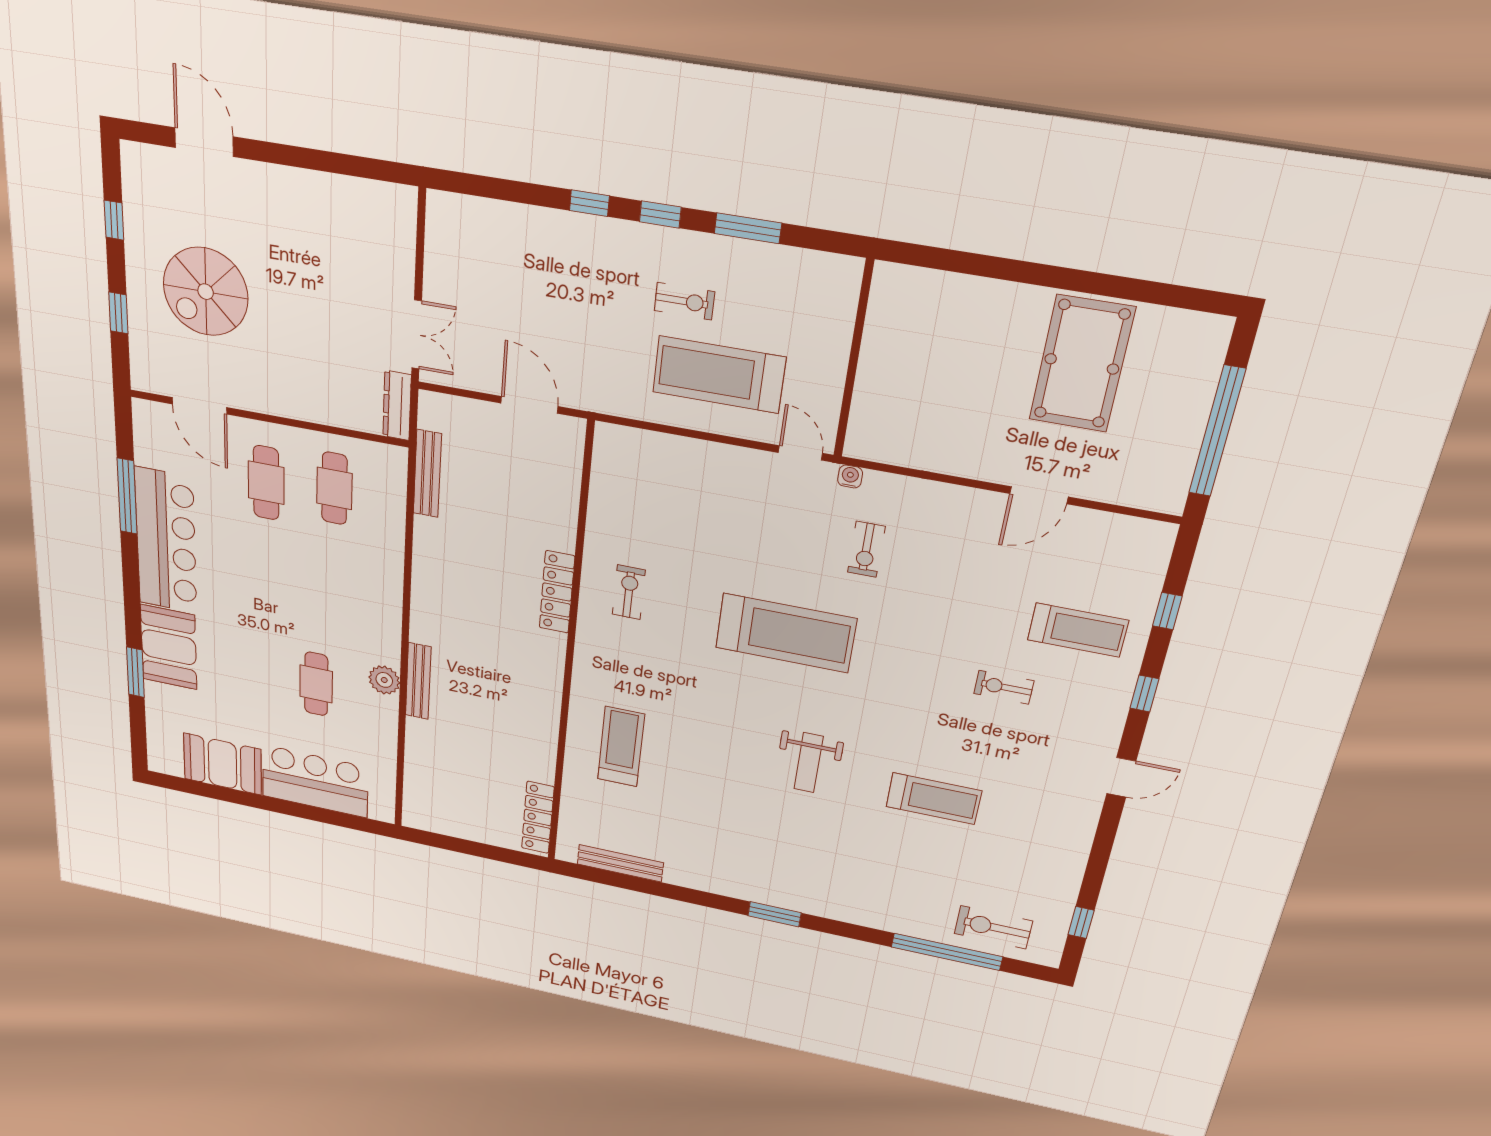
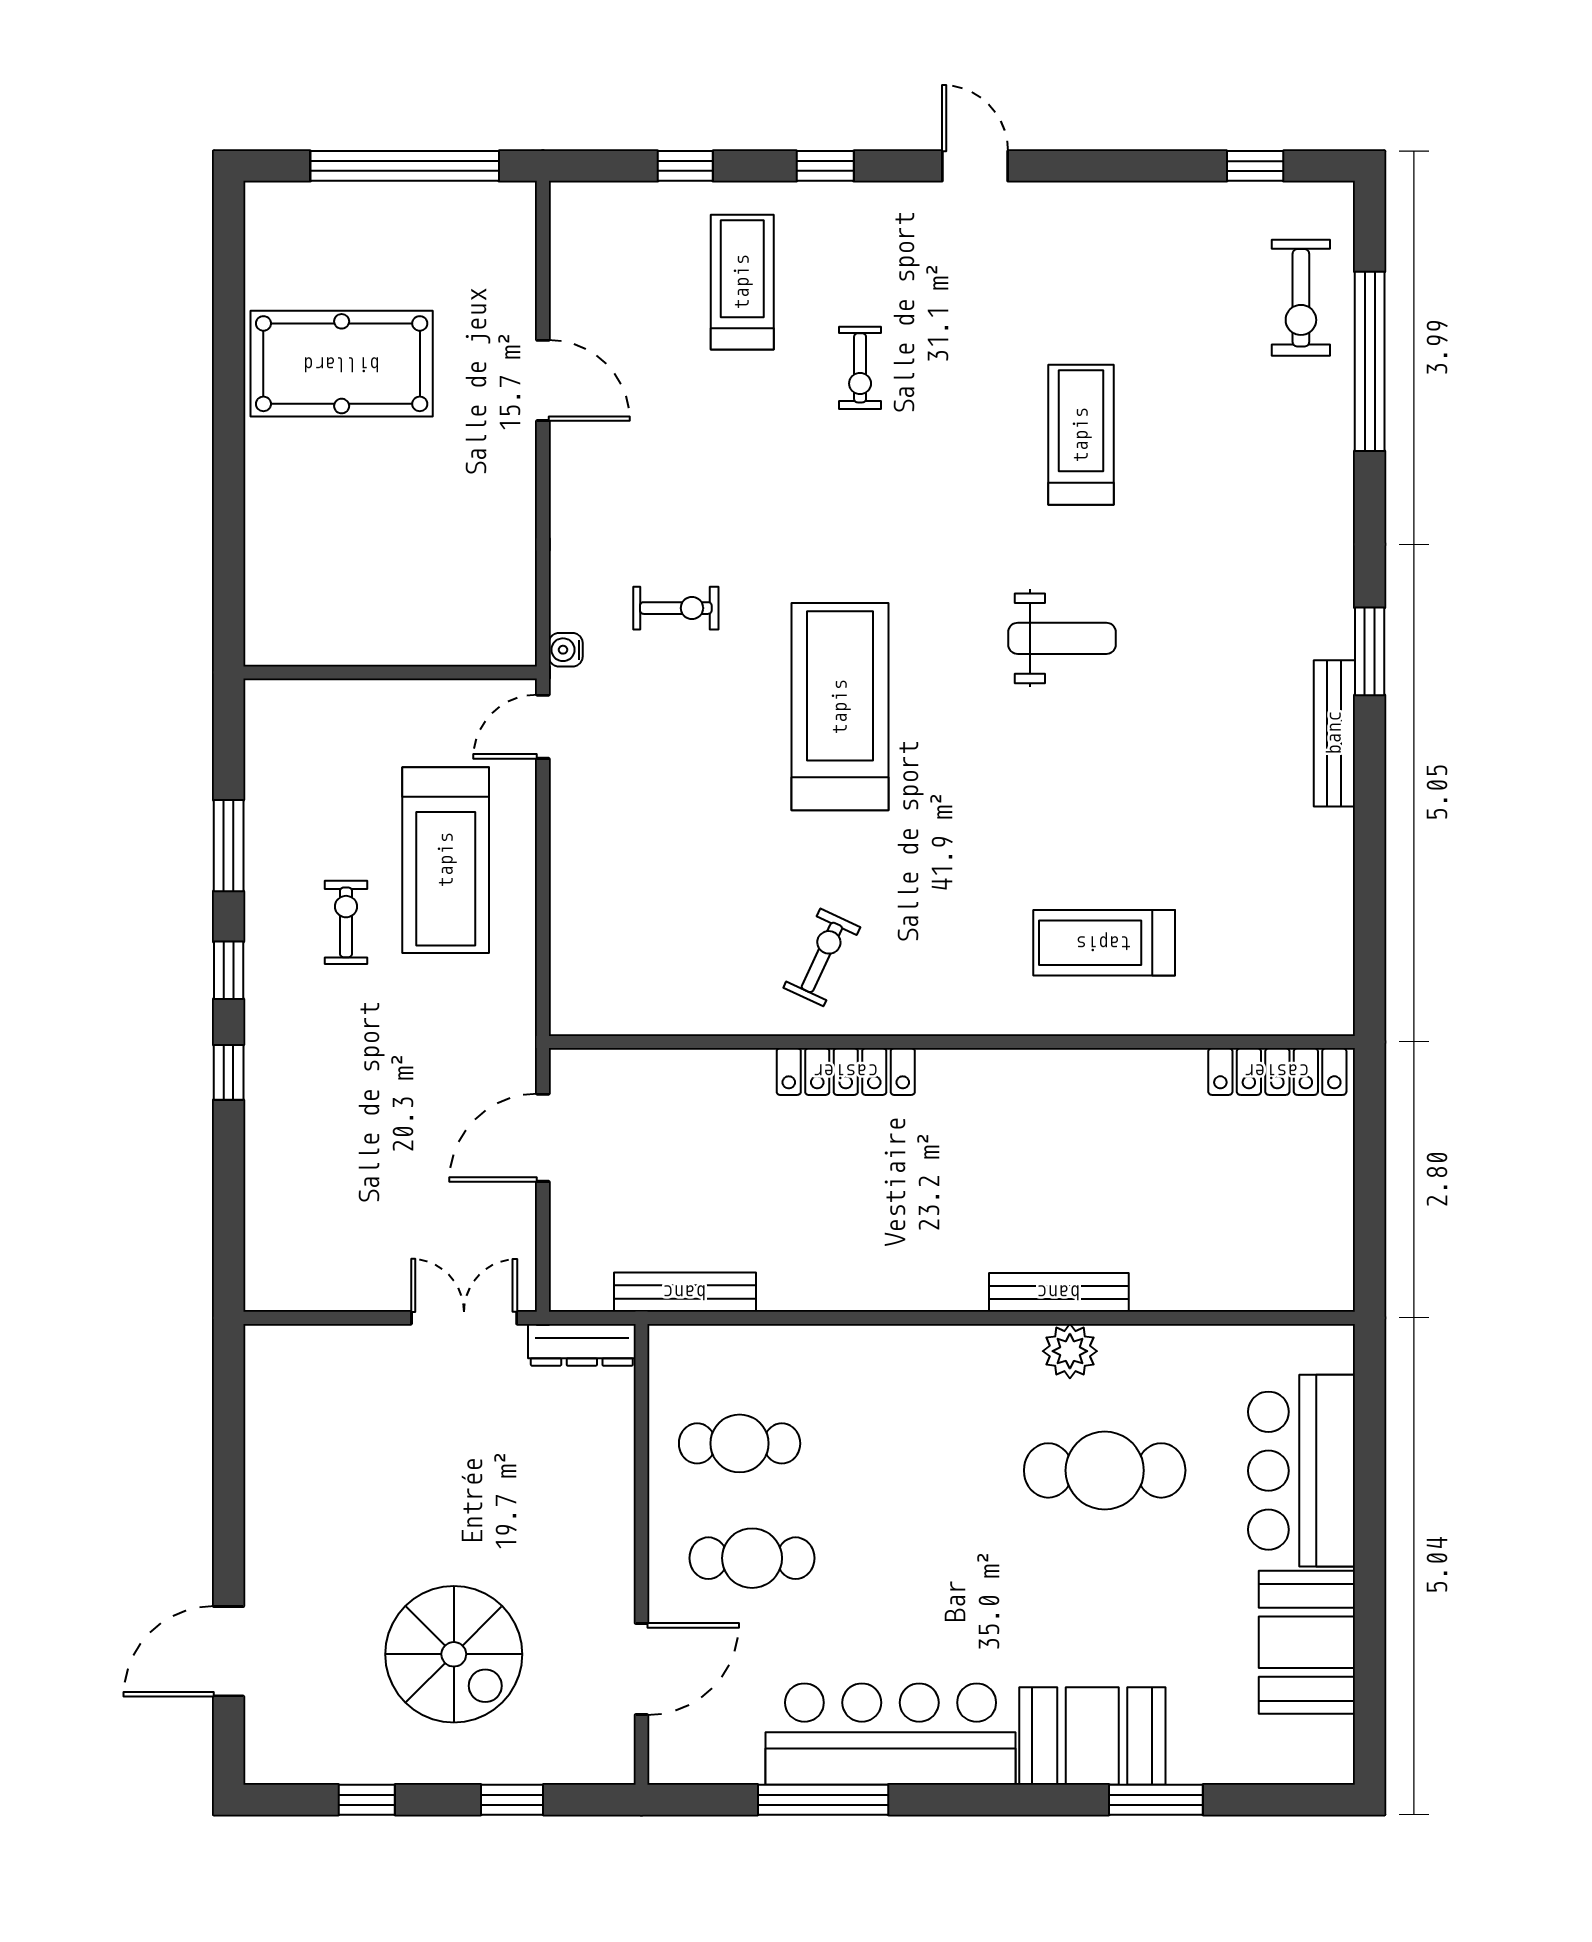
exercise bike: (629, 592) -> (822, 957), turned 115
cafe table: (316, 684) -> (1105, 1470), width x1.37, depth x1.35
bench: (620, 863) -> (1334, 733), moved

